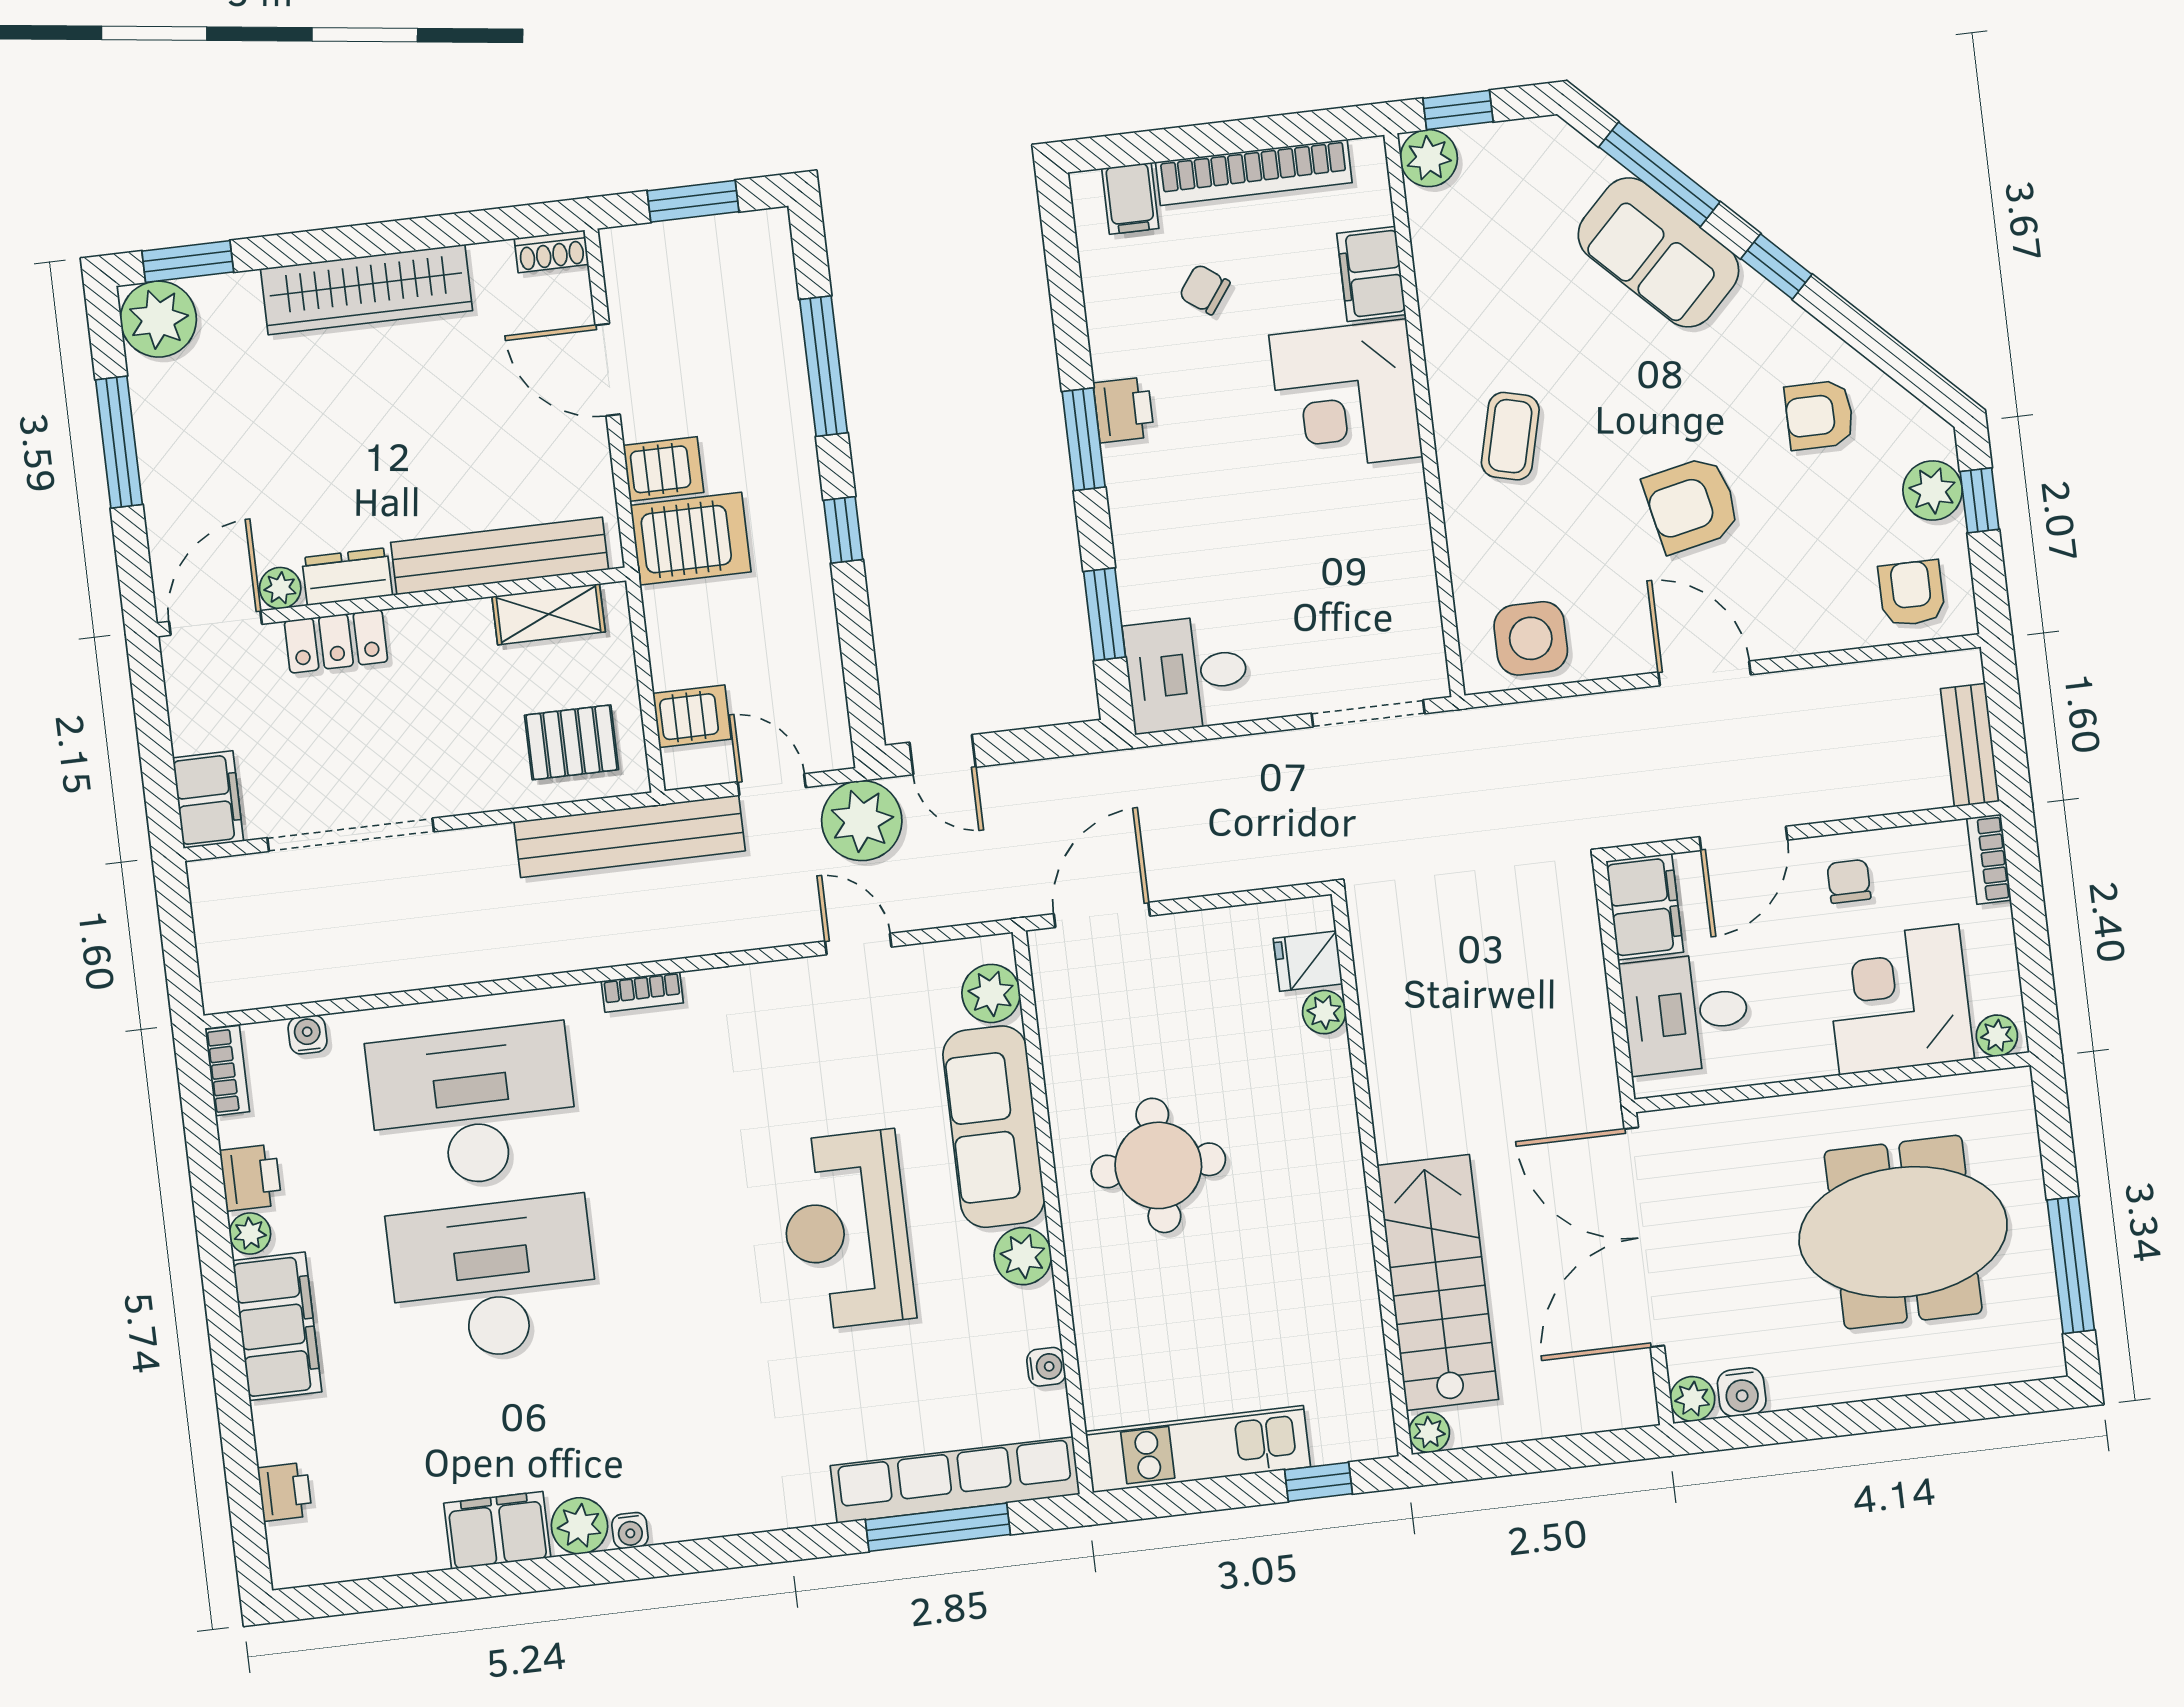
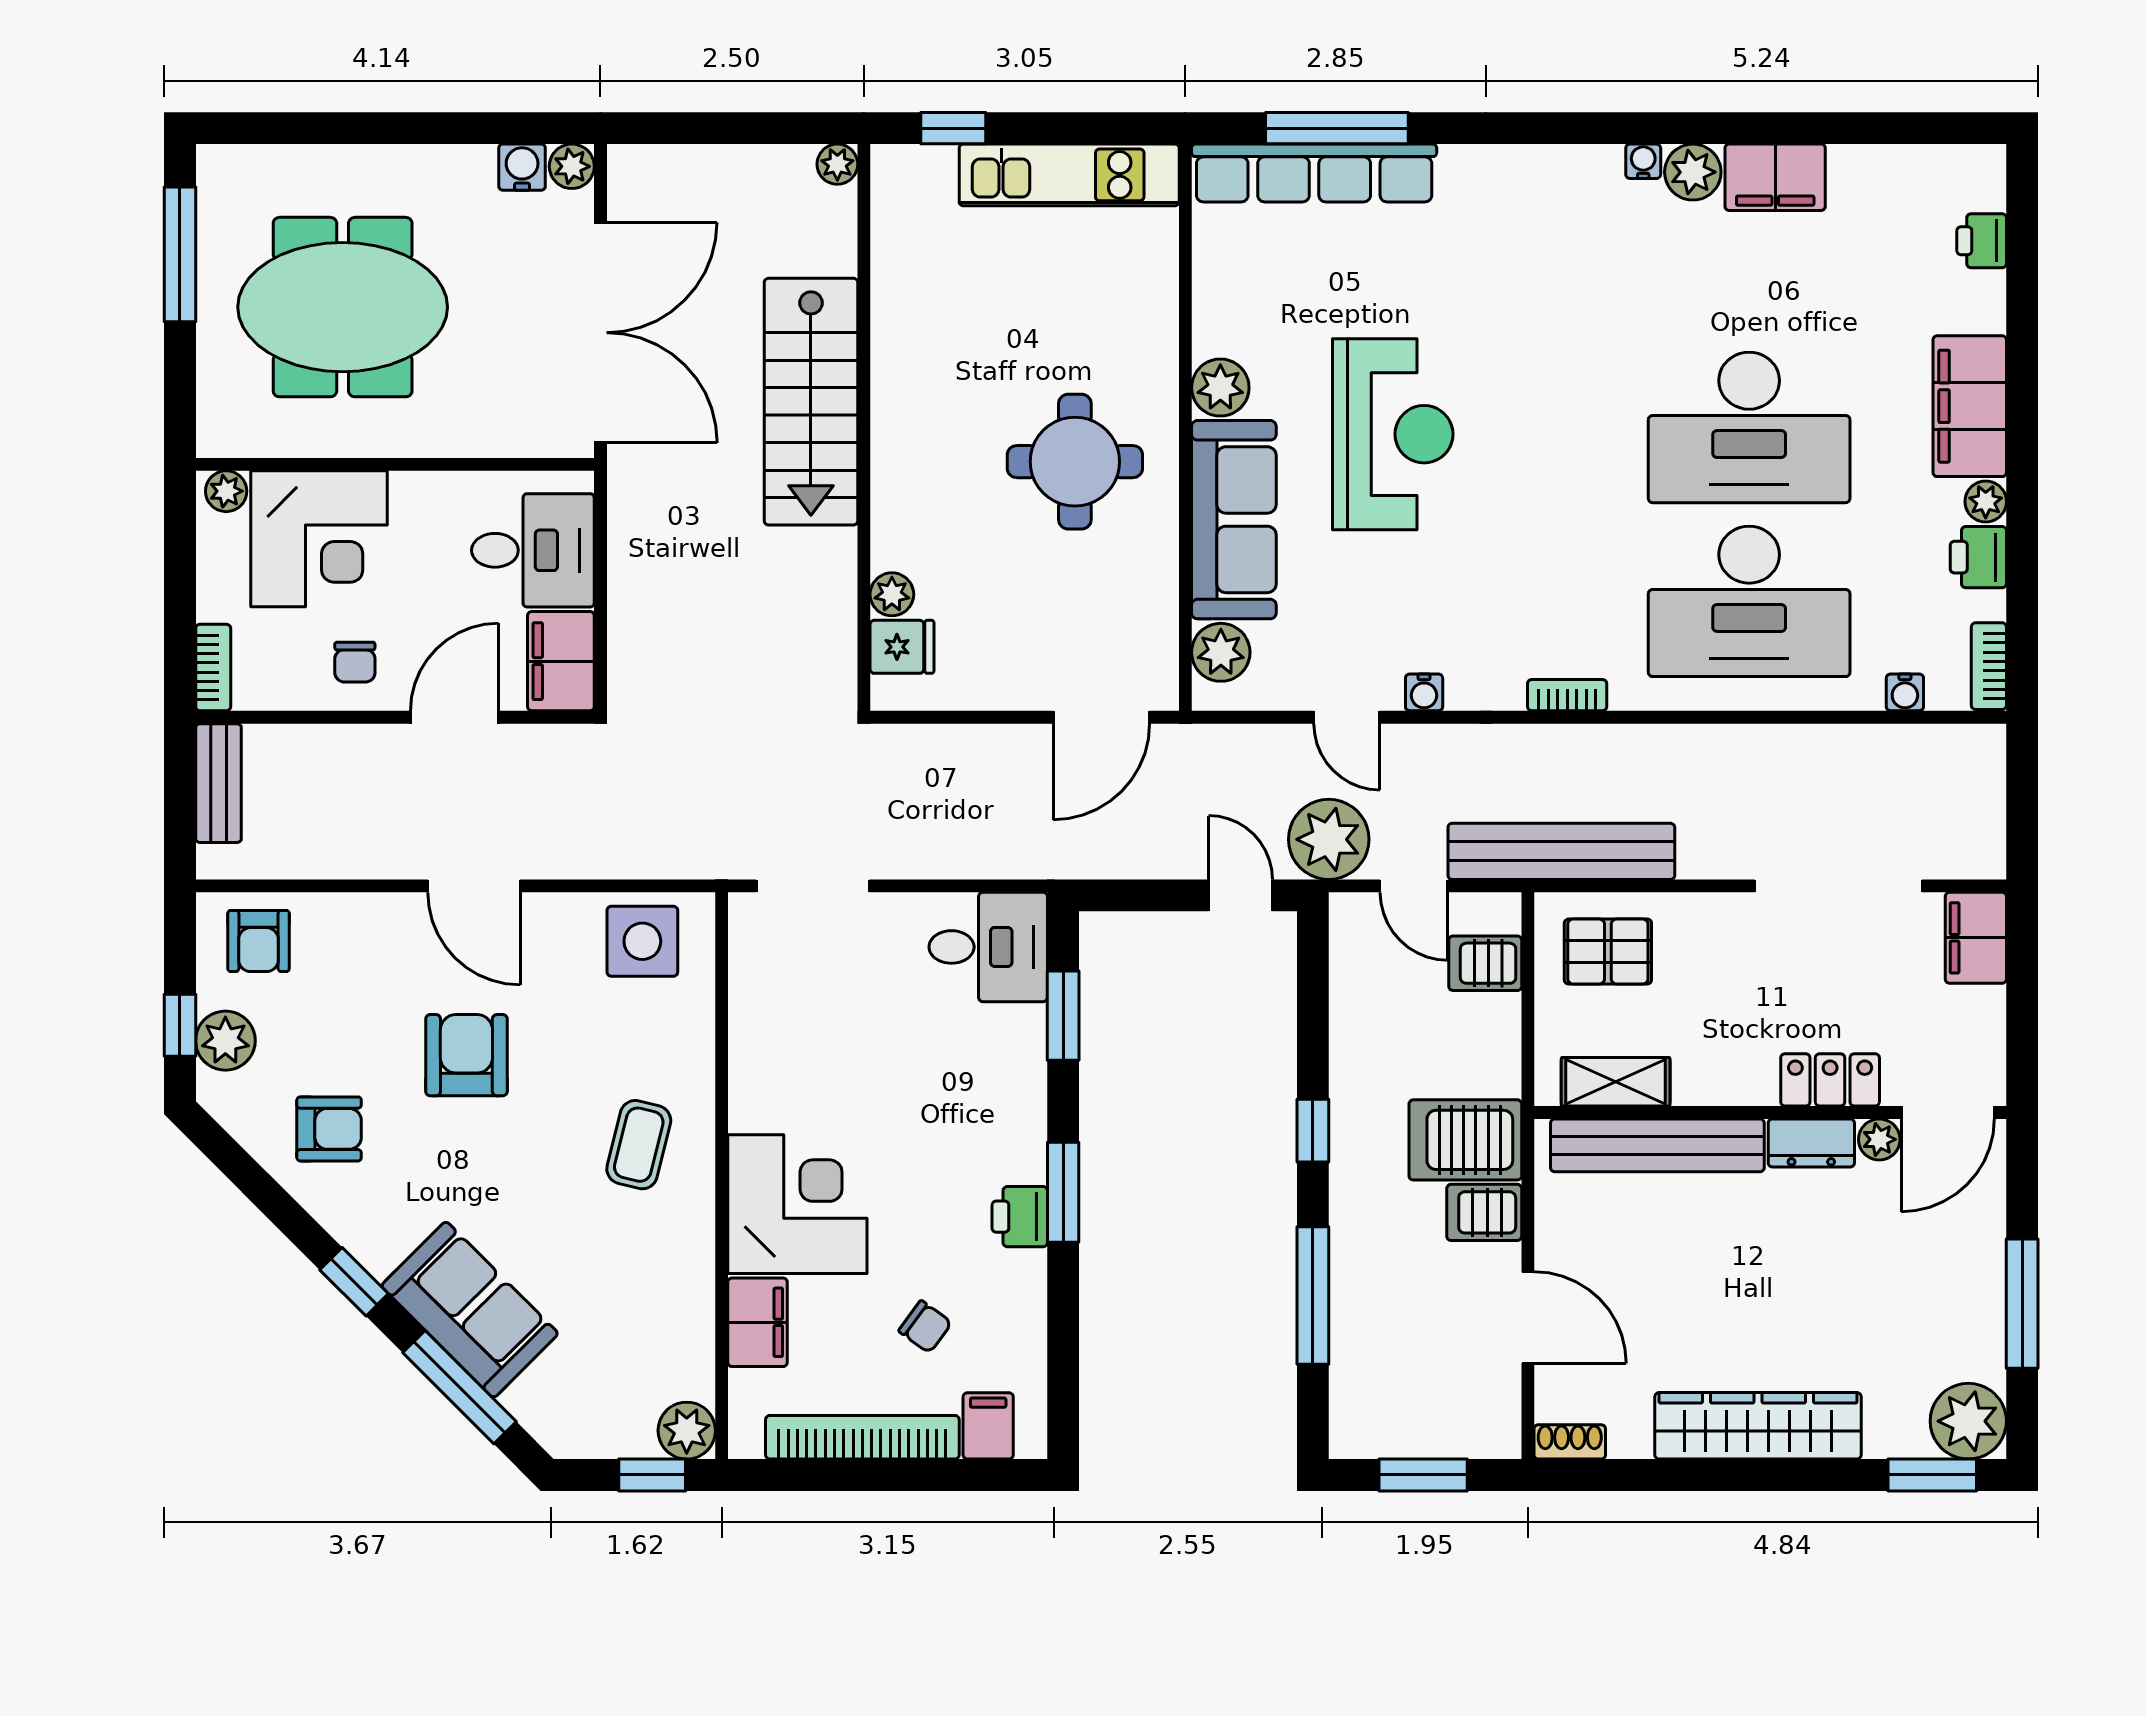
armchair: (1692, 505) -> (466, 1055), turned -78
stairs: (1438, 1282) -> (811, 402), moved
water cooler: (1046, 1367) -> (1424, 692), moved, turned -90

